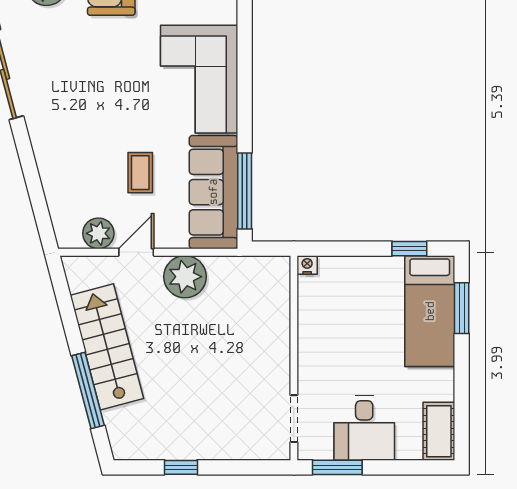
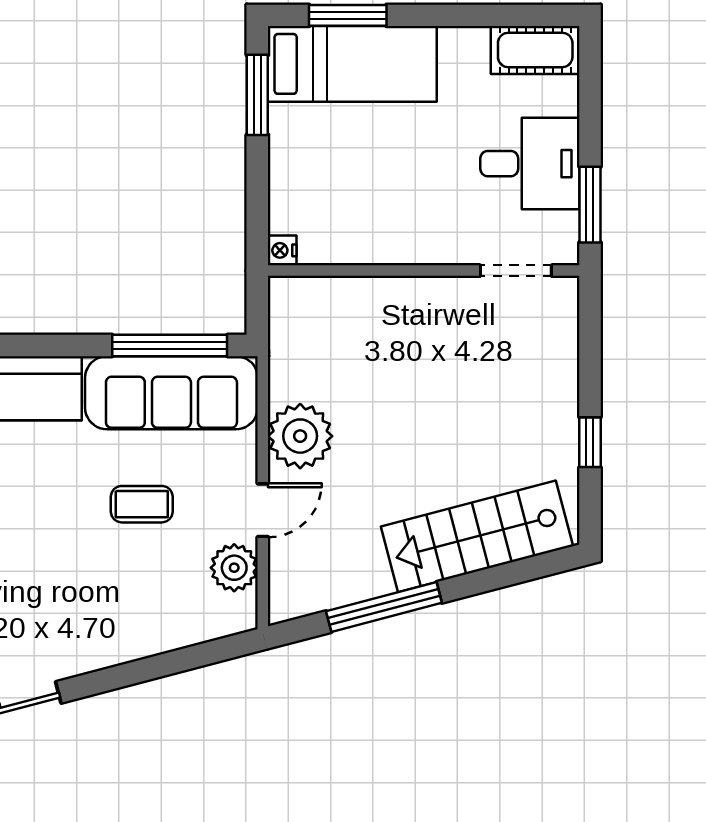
window: (409, 249) -> (257, 95), width x1.50
door: (136, 252) -> (263, 510), swing flipped
stairs: (107, 347) -> (477, 536), moved
window: (88, 391) -> (384, 607), moved

